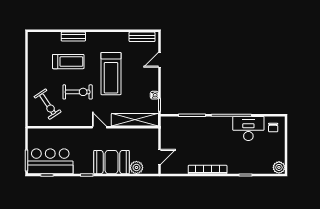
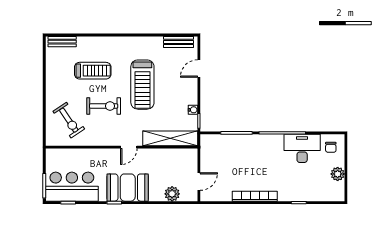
bench: (73, 37) -> (62, 42), moved
door: (99, 127) -> (129, 147), swing flipped
booth: (111, 162) -> (128, 188), moved
plant: (279, 167) -> (338, 174), moved

